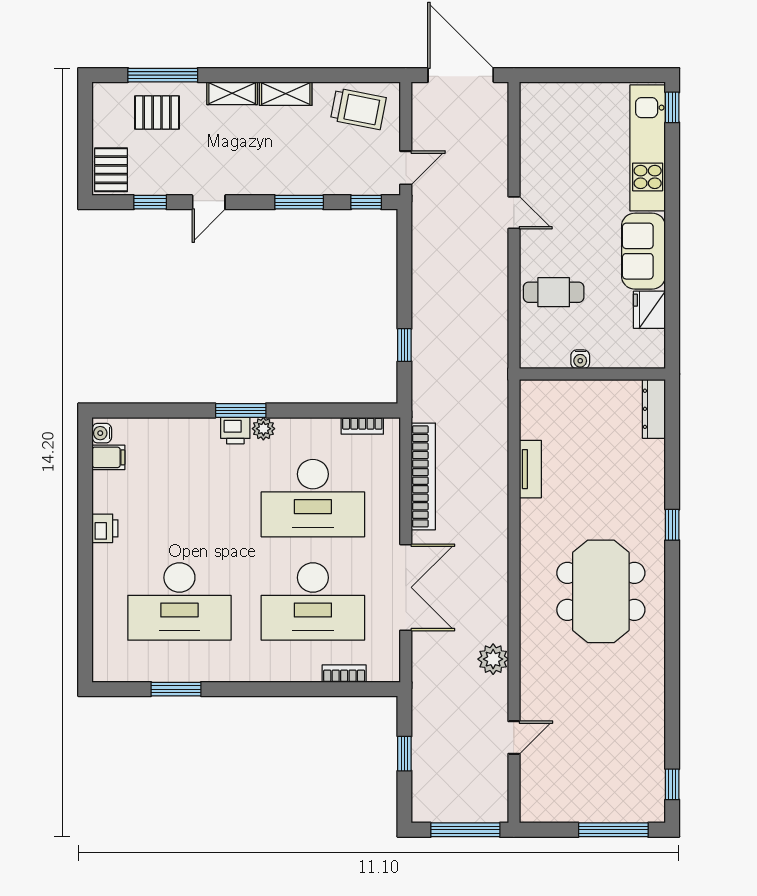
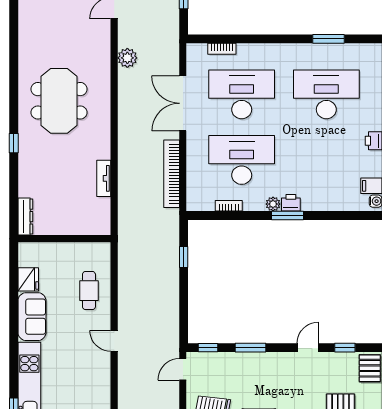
cafe table: (554, 292) -> (89, 291), turned 90
water cooler: (580, 359) -> (72, 248), removed
bookcase: (362, 426) -> (229, 206), moved

